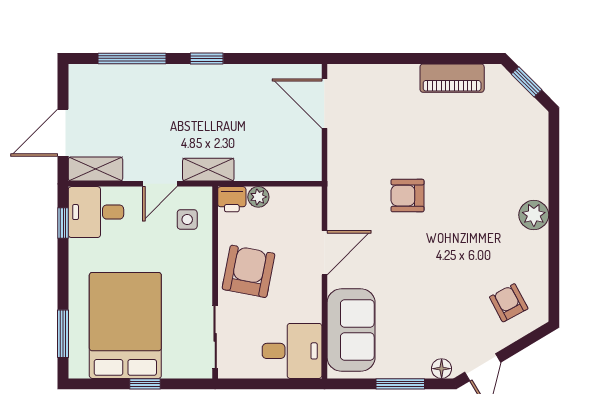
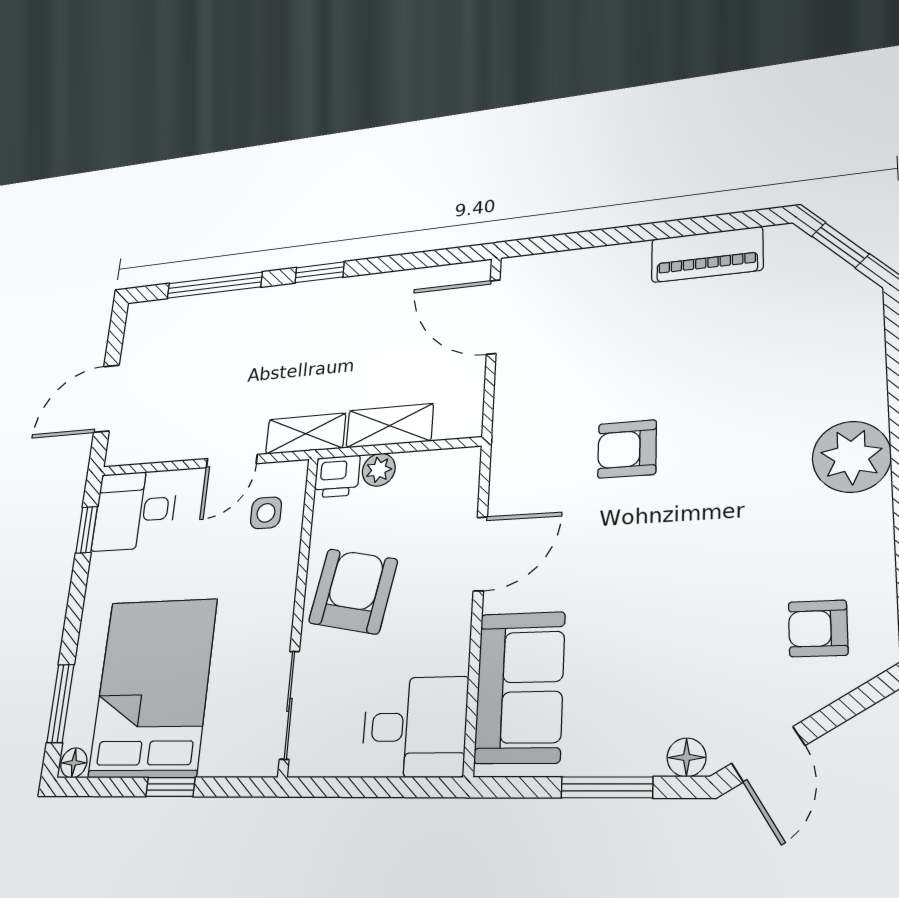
shelving: (95, 169) -> (390, 426), moved
plant: (534, 215) -> (852, 457), width x1.36, depth x1.36
armchair: (509, 303) -> (818, 628), turned -62
floor lamp: (78, 370) -> (74, 763), added

